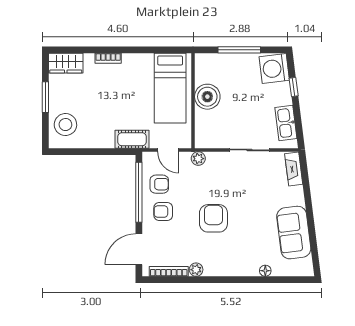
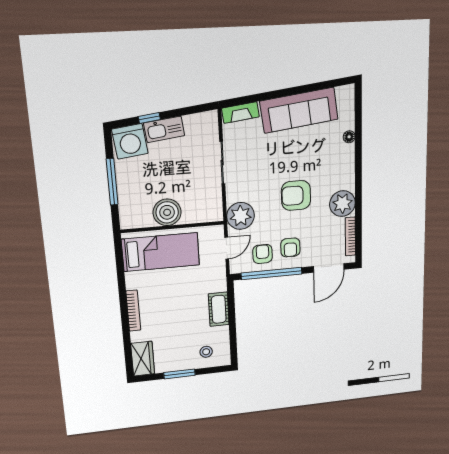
bookcase: (108, 58) -> (133, 311), width x1.56
kitchen sink: (286, 123) -> (164, 129), moved
stool: (65, 125) -> (206, 352), width x0.53, depth x0.53
cot: (132, 139) -> (219, 309), moved
plant: (198, 159) -> (241, 216), width x1.88, depth x1.88
sofa: (294, 233) -> (299, 110), width x1.36
door: (139, 249) -> (329, 268), hinge flipped
plant: (196, 270) -> (342, 204), width x1.88, depth x1.88

